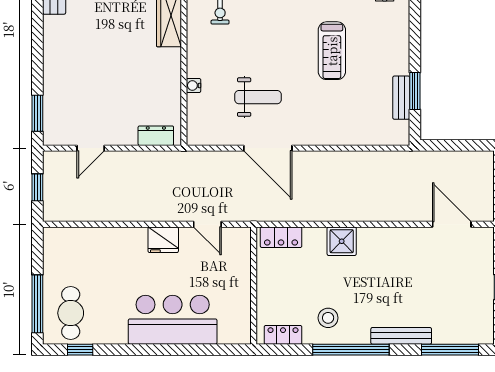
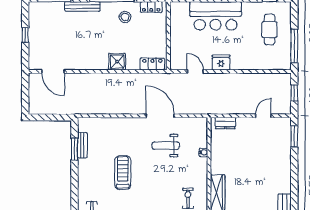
window: (37, 304) -> (294, 46), moved
cafe table: (71, 313) -> (269, 30), moved

